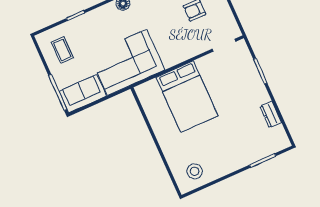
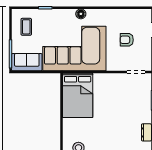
corner sofa: (127, 62) -> (74, 49), width x1.36, depth x1.36
bed: (187, 97) -> (78, 95), moved

